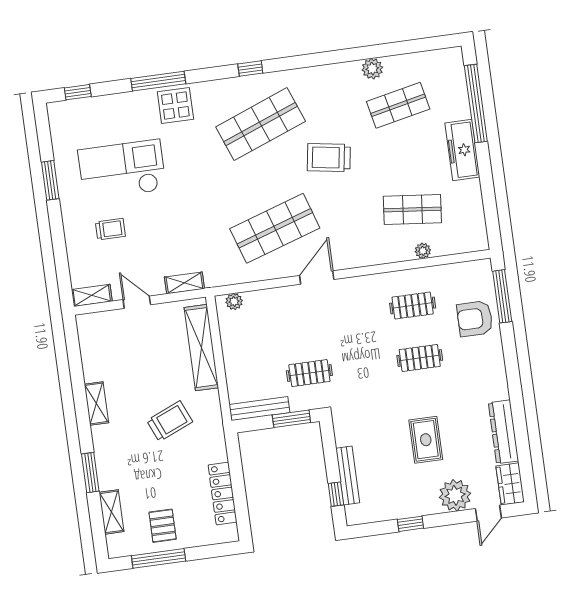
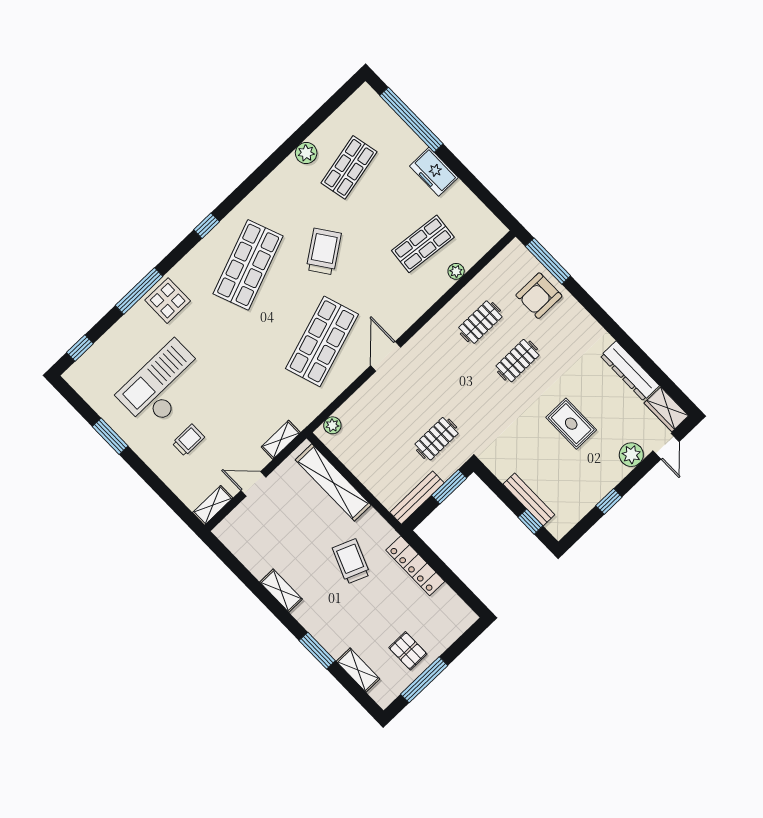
freezer: (462, 150) -> (434, 172), width x0.71
trolley: (329, 158) -> (324, 251), turned 136
trolley: (170, 421) -> (351, 561), turned -45
locker: (222, 494) -> (415, 566), moved
plant: (455, 495) -> (631, 455), width x0.73, depth x0.73

